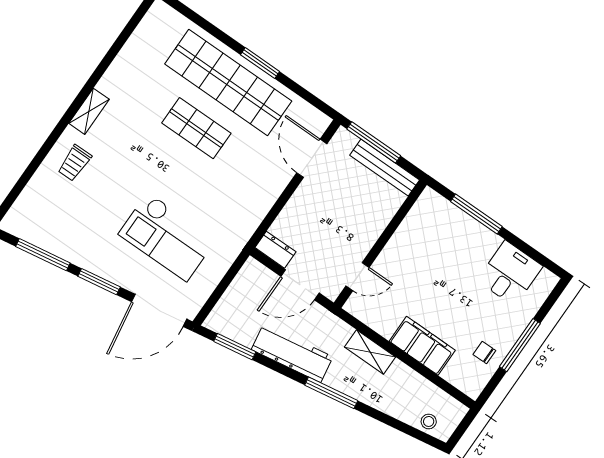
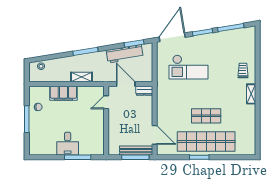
bench: (385, 168) -> (136, 151), moved
checkout: (167, 237) -> (189, 67), turned 180
desk: (510, 273) -> (68, 144), moved
door: (300, 285) -> (126, 84), hinge flipped
workbench: (292, 353) -> (125, 54), moved

